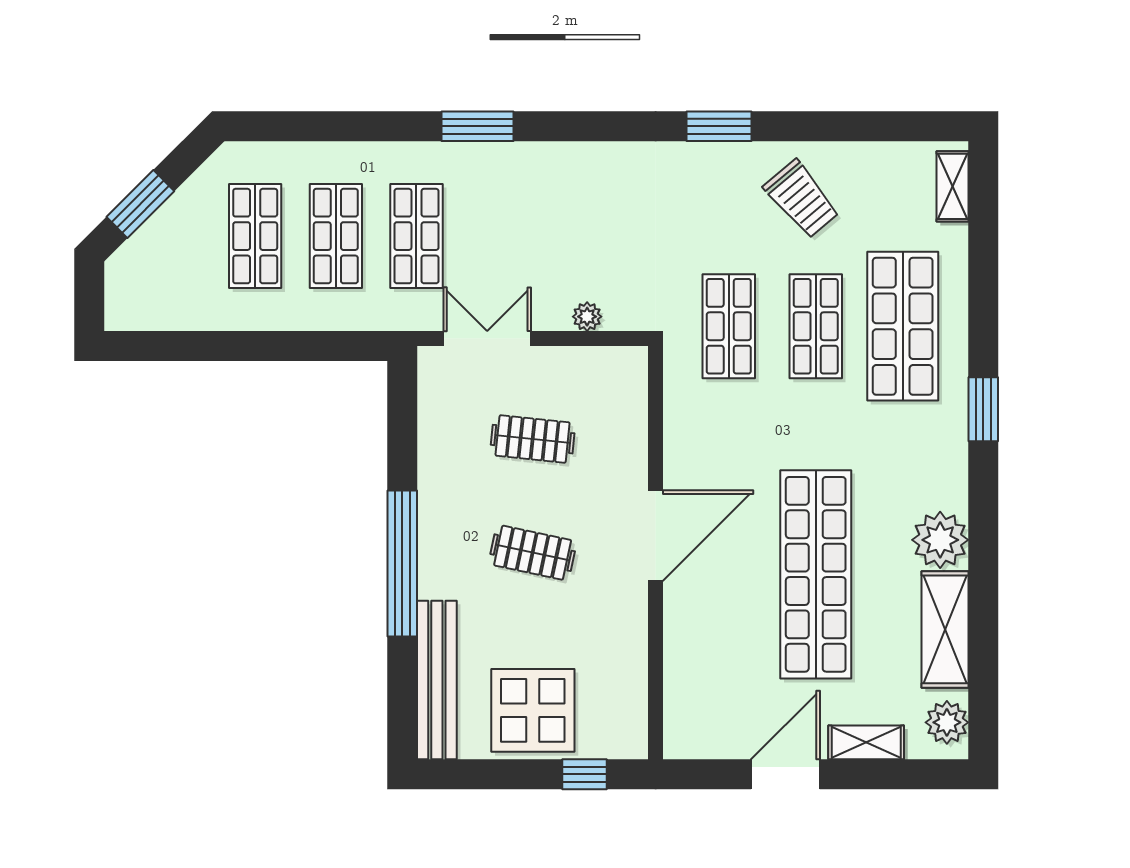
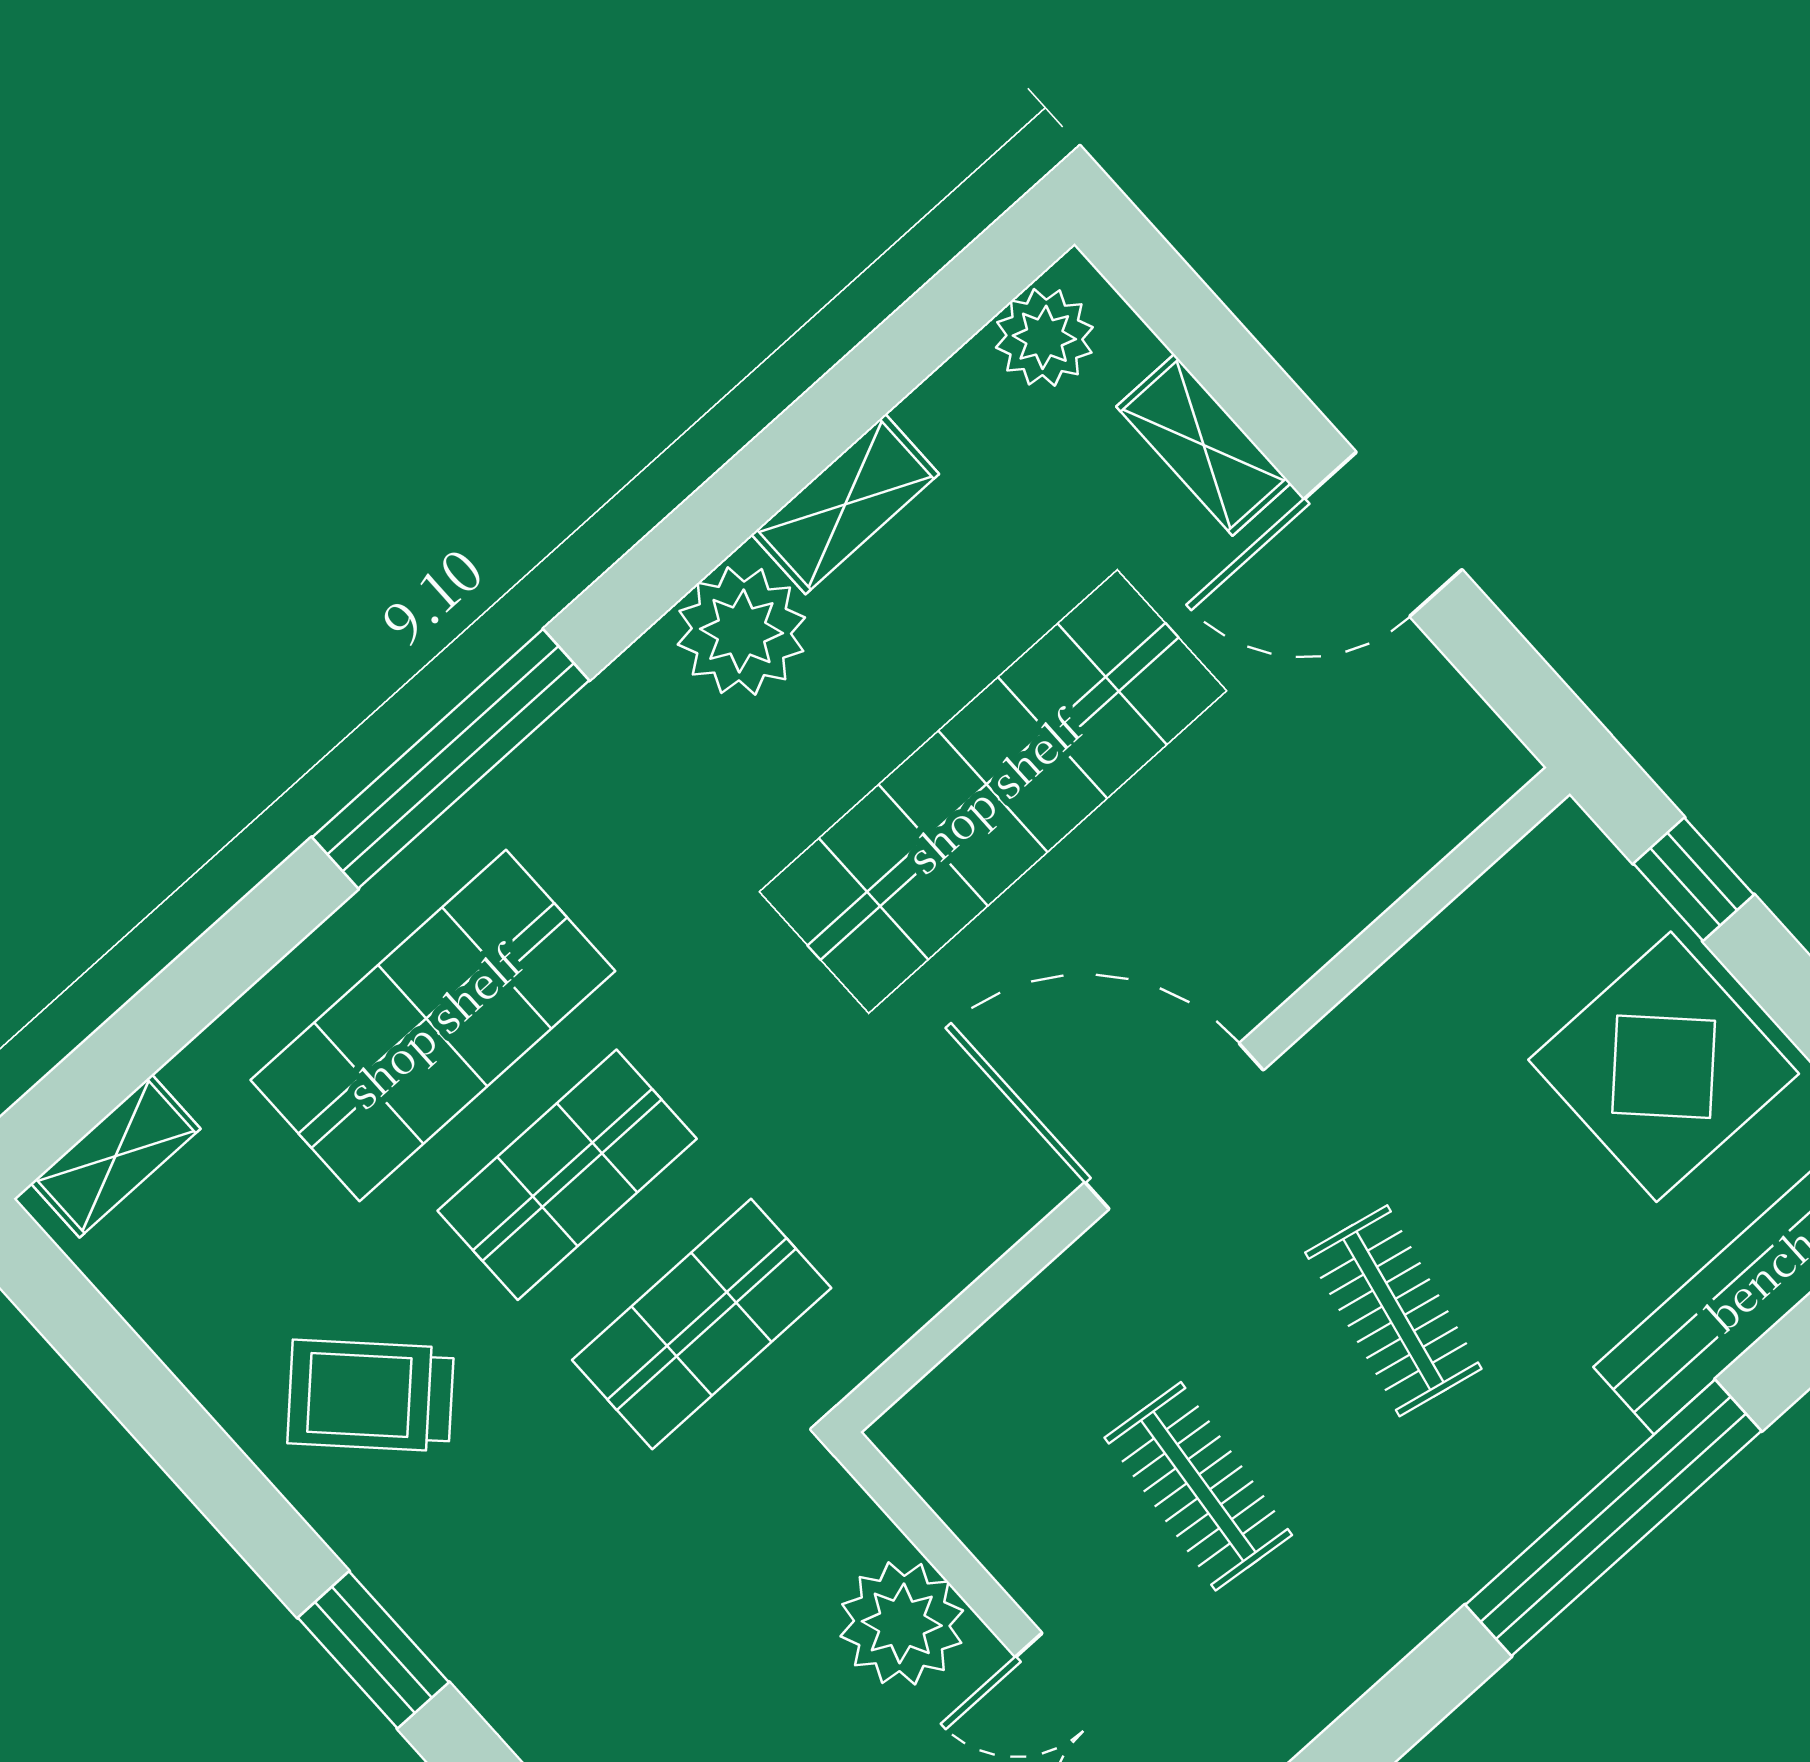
trolley: (802, 199) -> (371, 1396), turned -95
plant: (587, 317) -> (902, 1623), width x1.87, depth x1.87
window: (983, 409) -> (451, 759), width x2.11
shelving: (945, 629) -> (845, 504), width x0.67, depth x0.75

